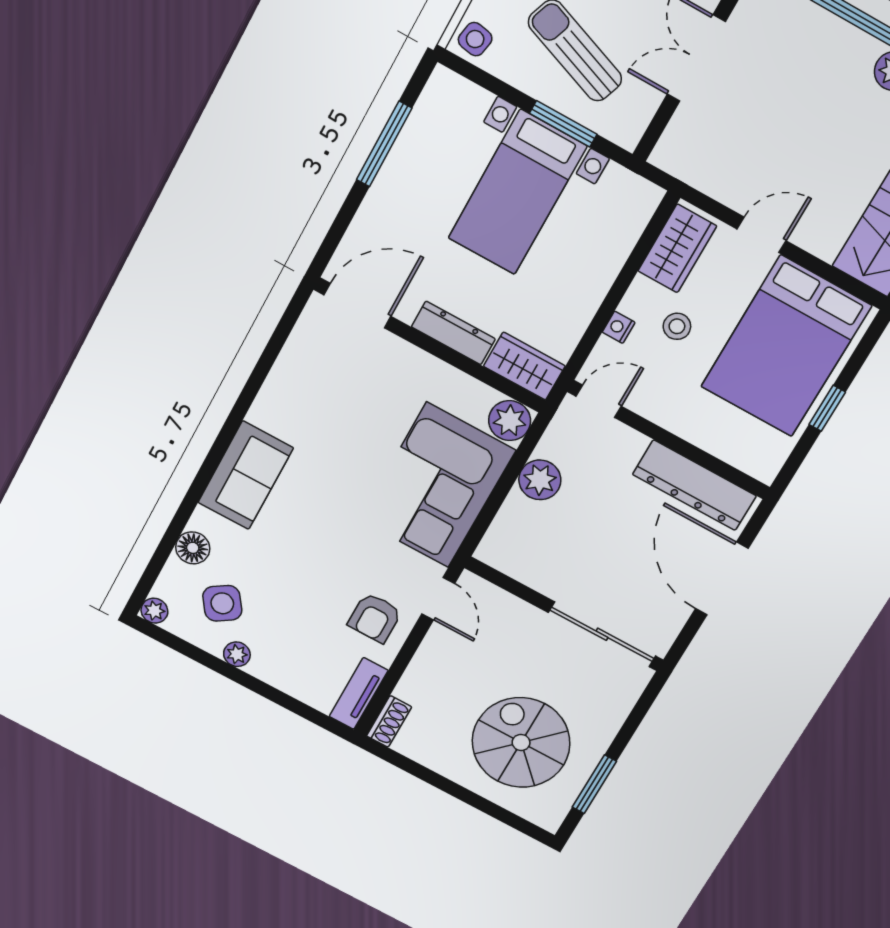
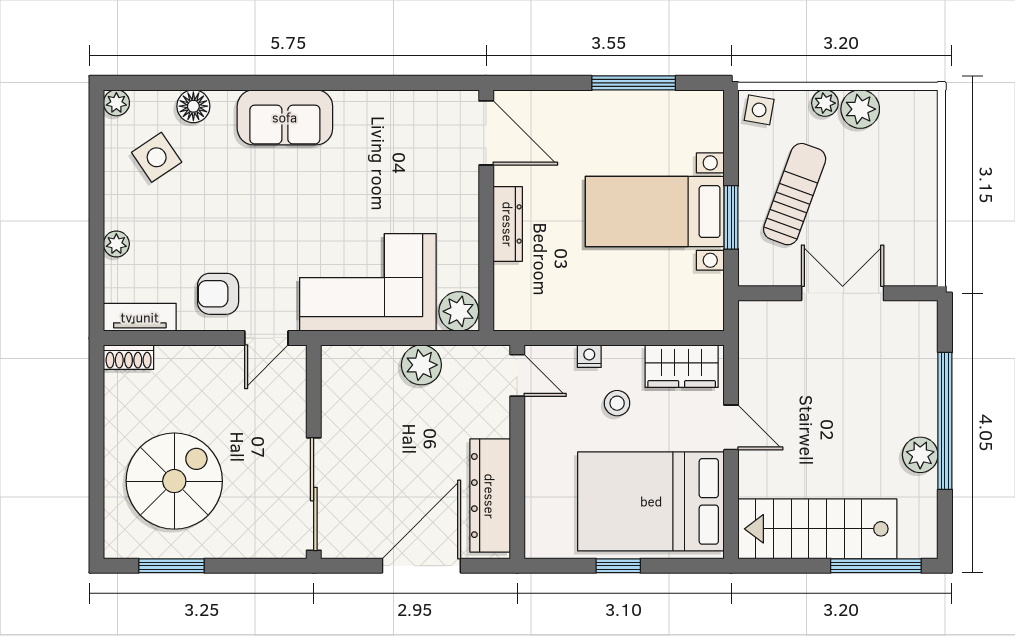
wardrobe: (524, 366) -> (513, 298), removed
plant: (237, 654) -> (116, 244), moved

